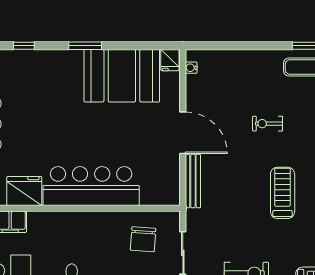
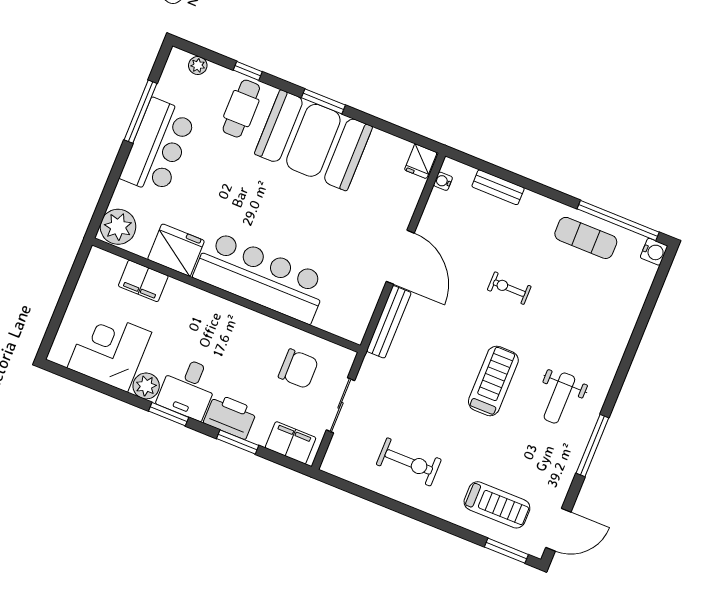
bench: (231, 56) -> (498, 187), added
cafe table: (30, 74) -> (241, 109), added
booth: (122, 76) -> (313, 140), moved
chair: (143, 239) -> (298, 369), turned -94

